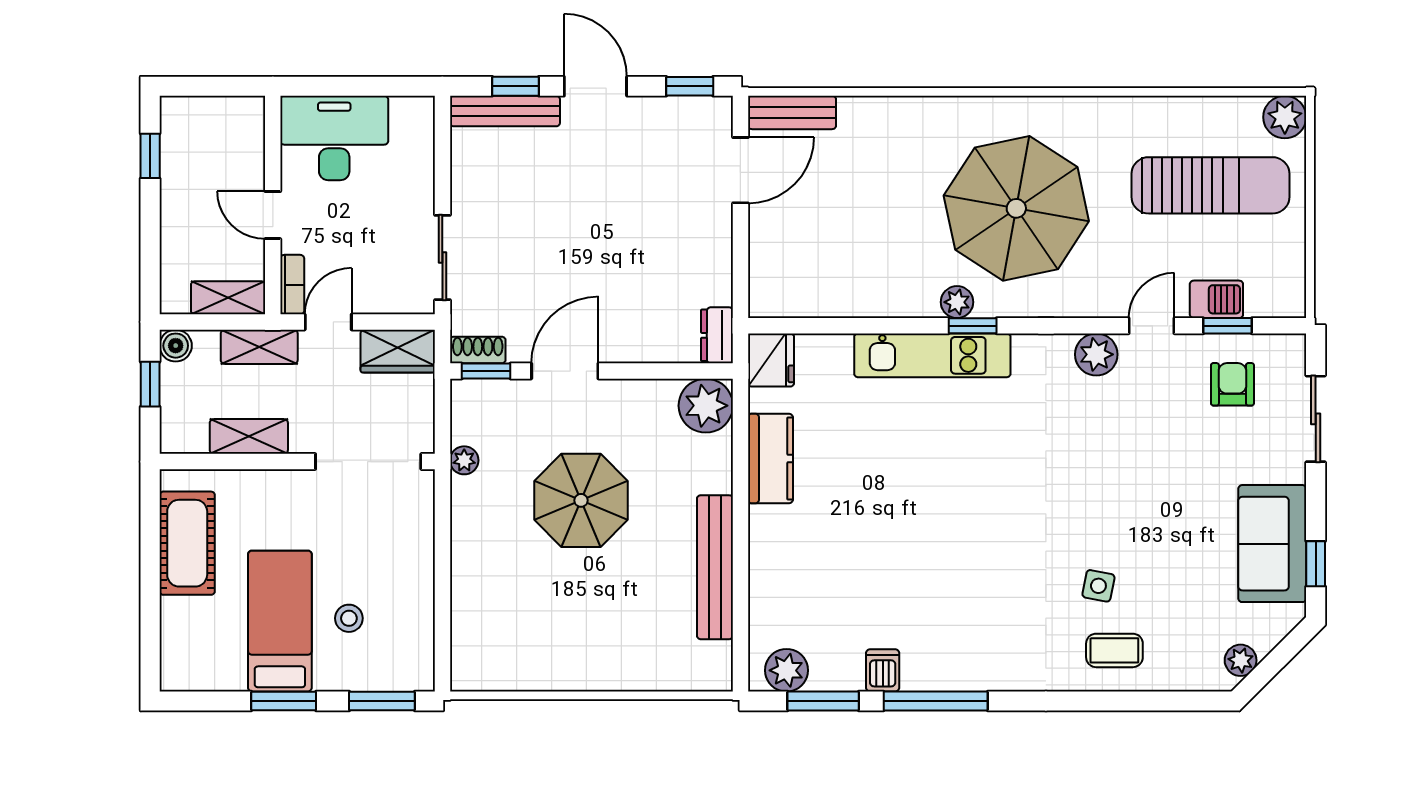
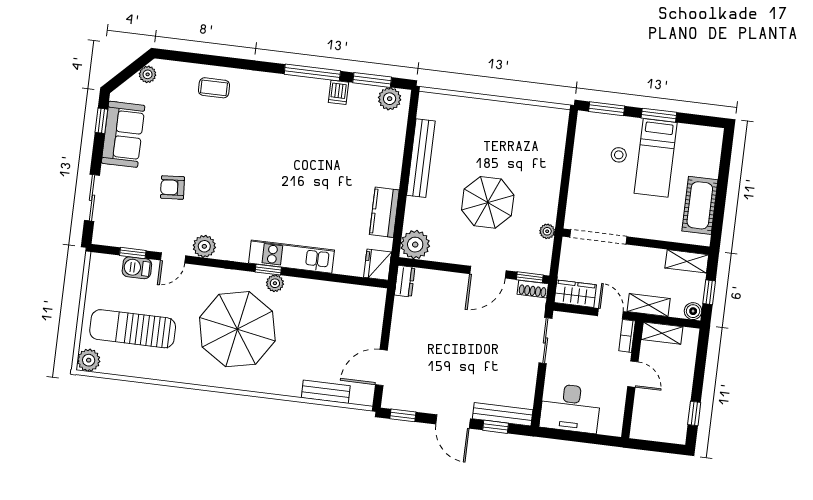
bench: (792, 112) -> (326, 392), moved
desk: (334, 138) -> (570, 408), moved
door: (328, 322) -> (610, 314), swing flipped
armchair: (1232, 384) -> (173, 187), moved, turned 86
shelving: (249, 436) -> (687, 261), moved
side table: (1098, 586) -> (218, 123), removed

